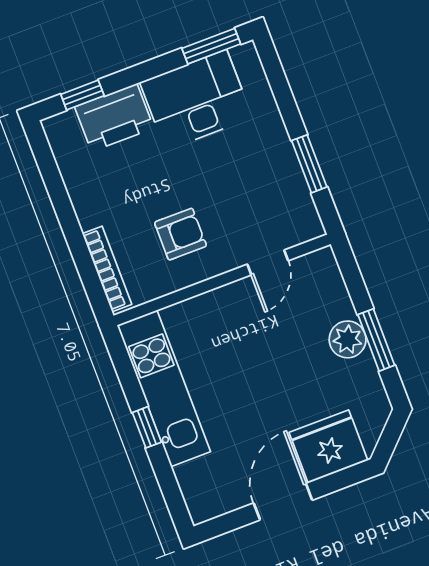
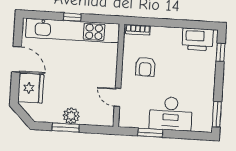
desk: (196, 100) -> (171, 114), moved, turned 90
printer: (114, 118) -> (198, 39), moved, turned -90
bookcase: (107, 269) -> (138, 30), width x0.64
kitchen unit: (164, 388) -> (73, 31), width x1.36

